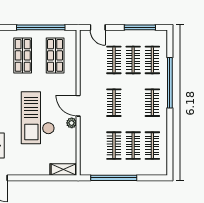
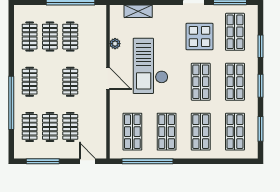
checkout: (38, 118) -> (151, 66), turned 180
plant: (72, 123) -> (115, 44), moved
shelving: (63, 169) -> (138, 11), moved

